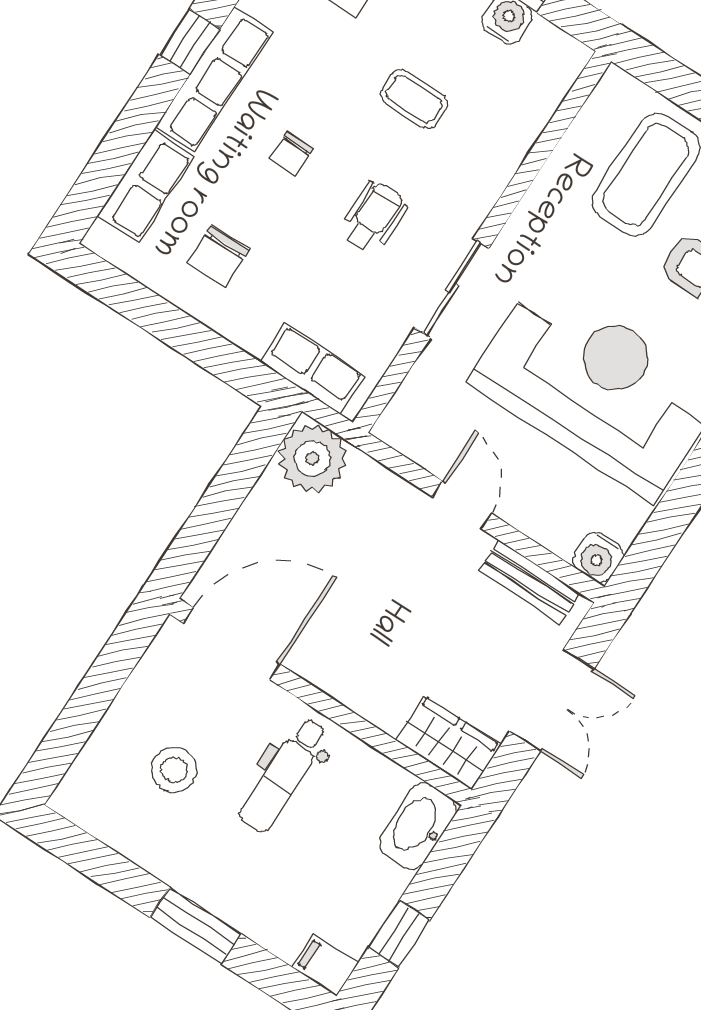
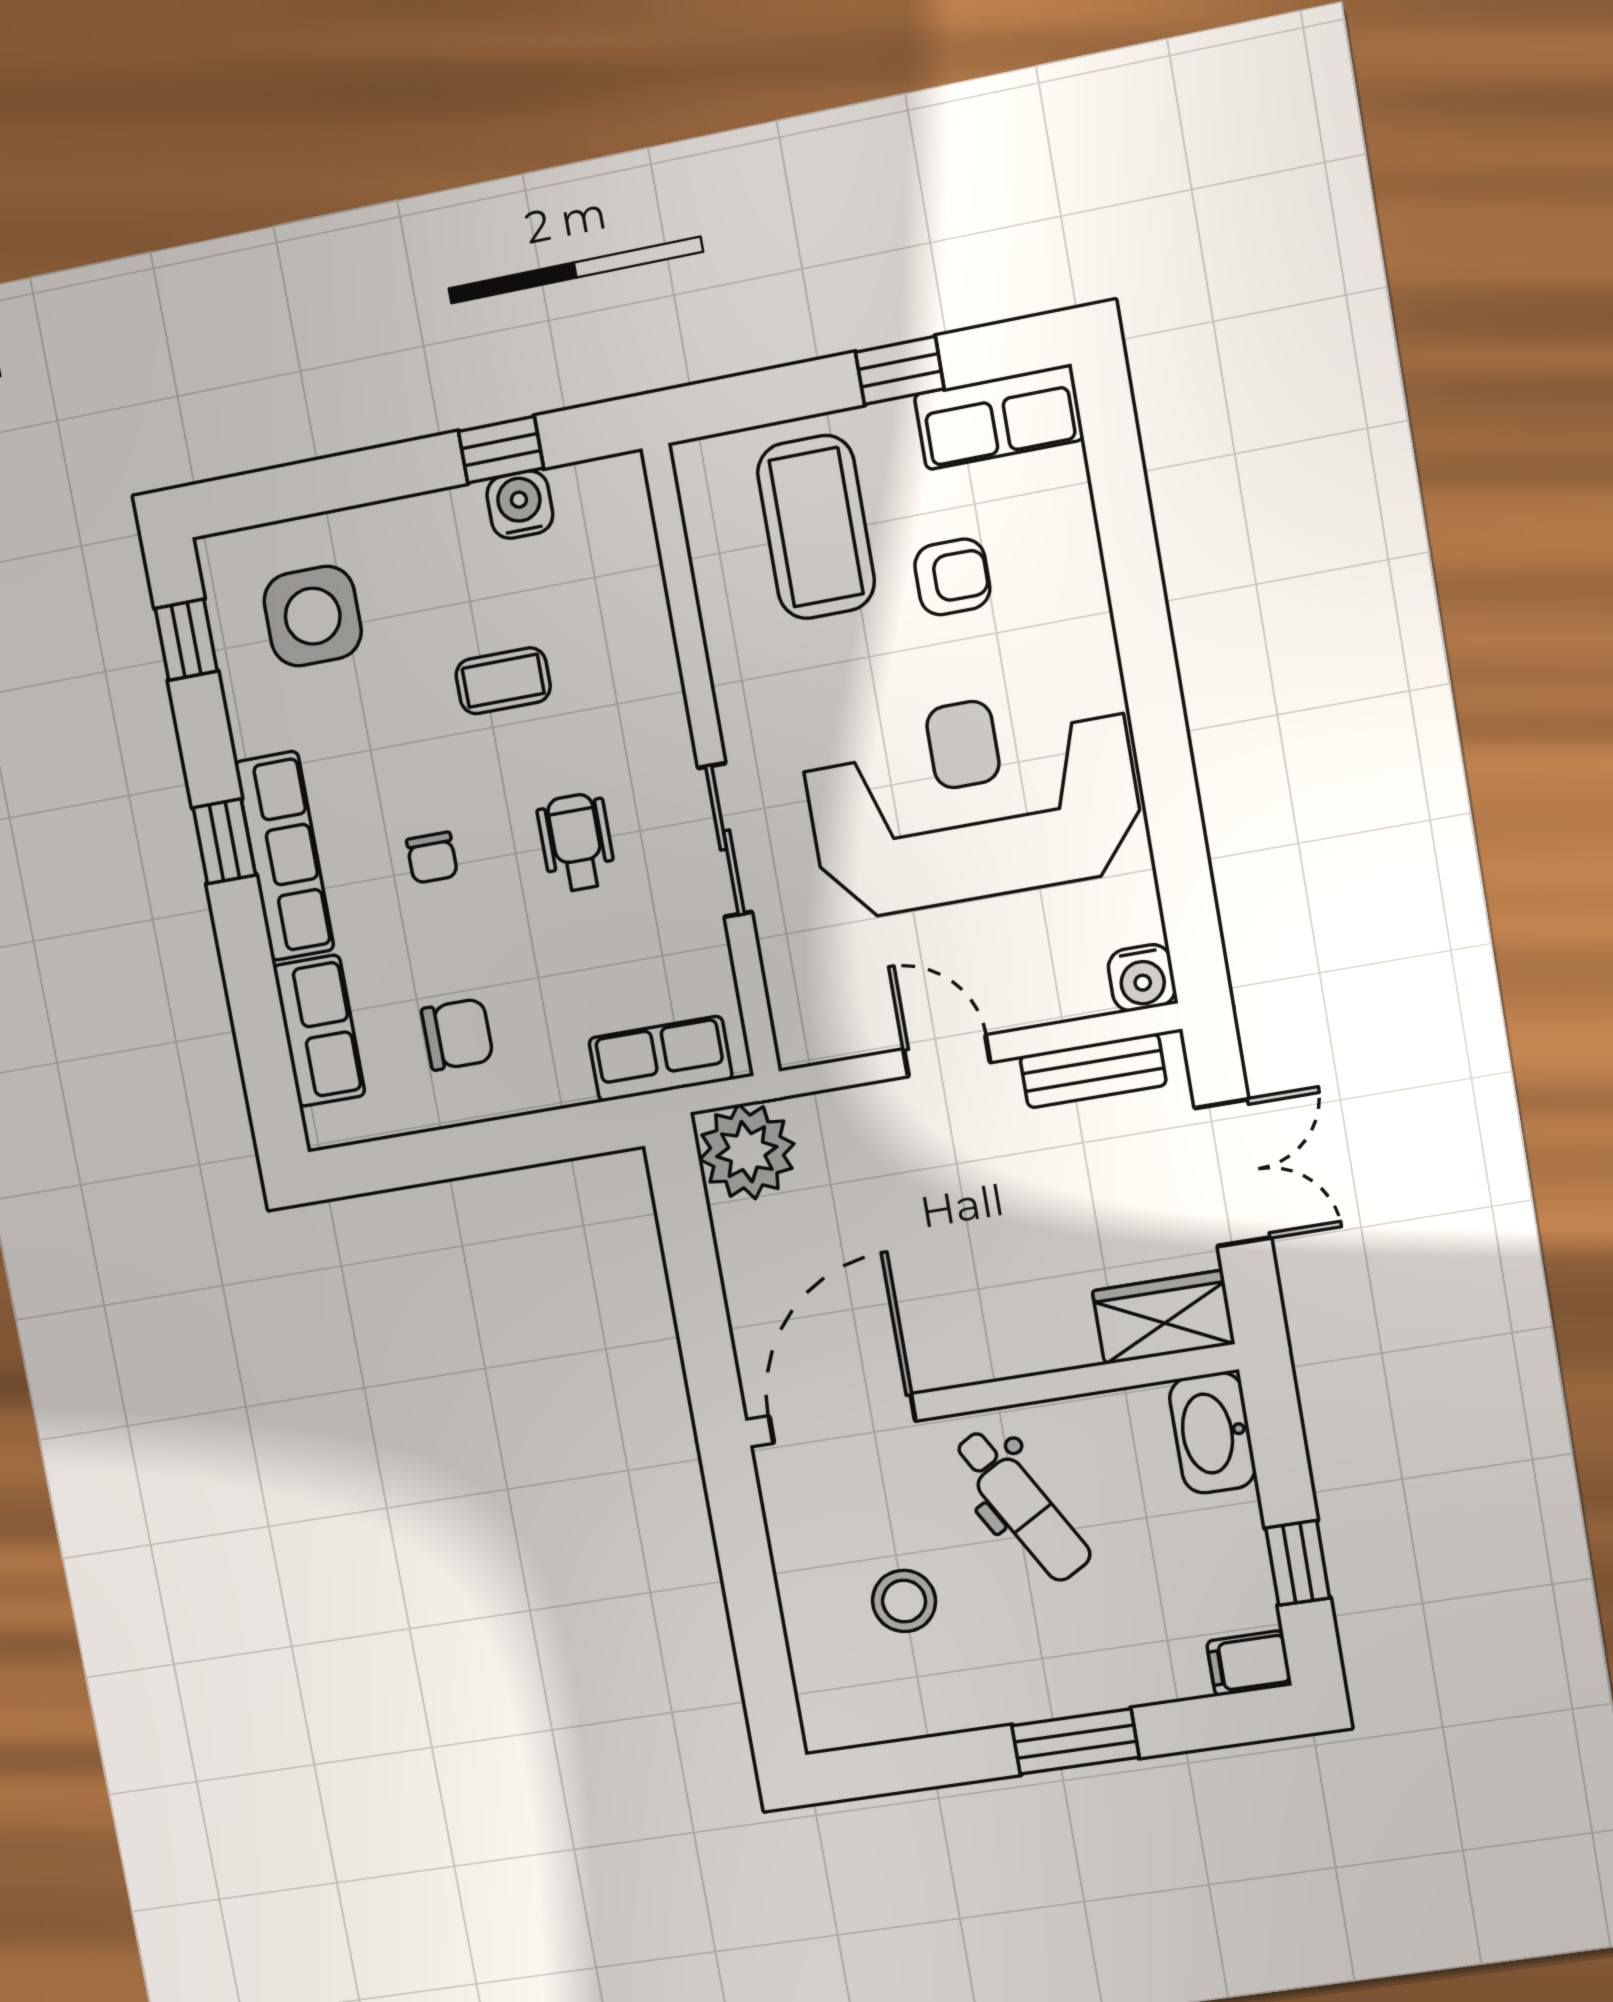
chair: (218, 257) -> (457, 1034), turned -90
dental chair: (284, 775) -> (1022, 1505), turned -30

